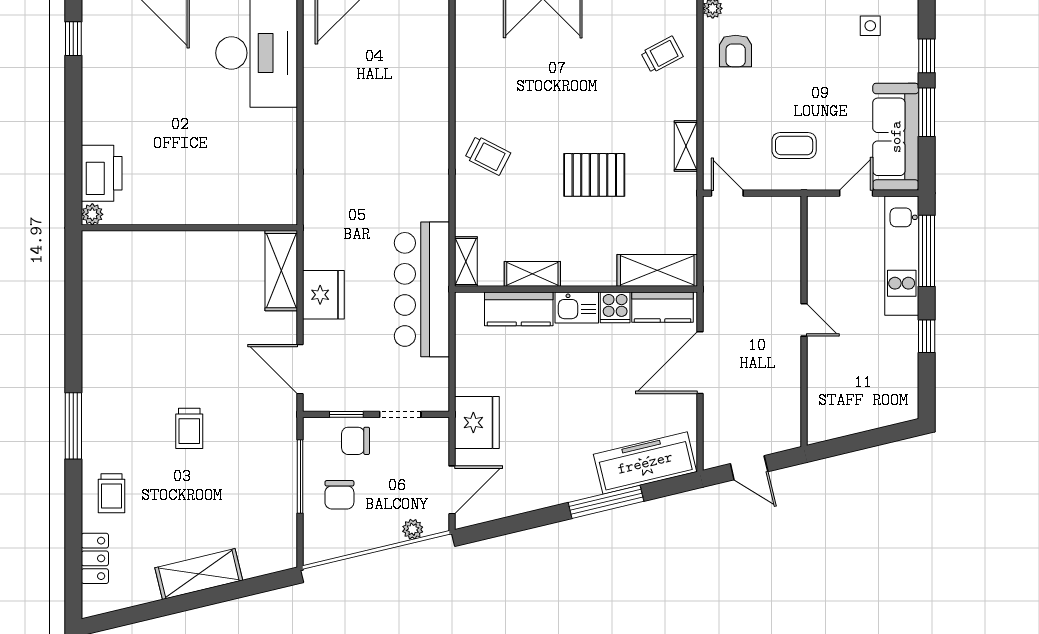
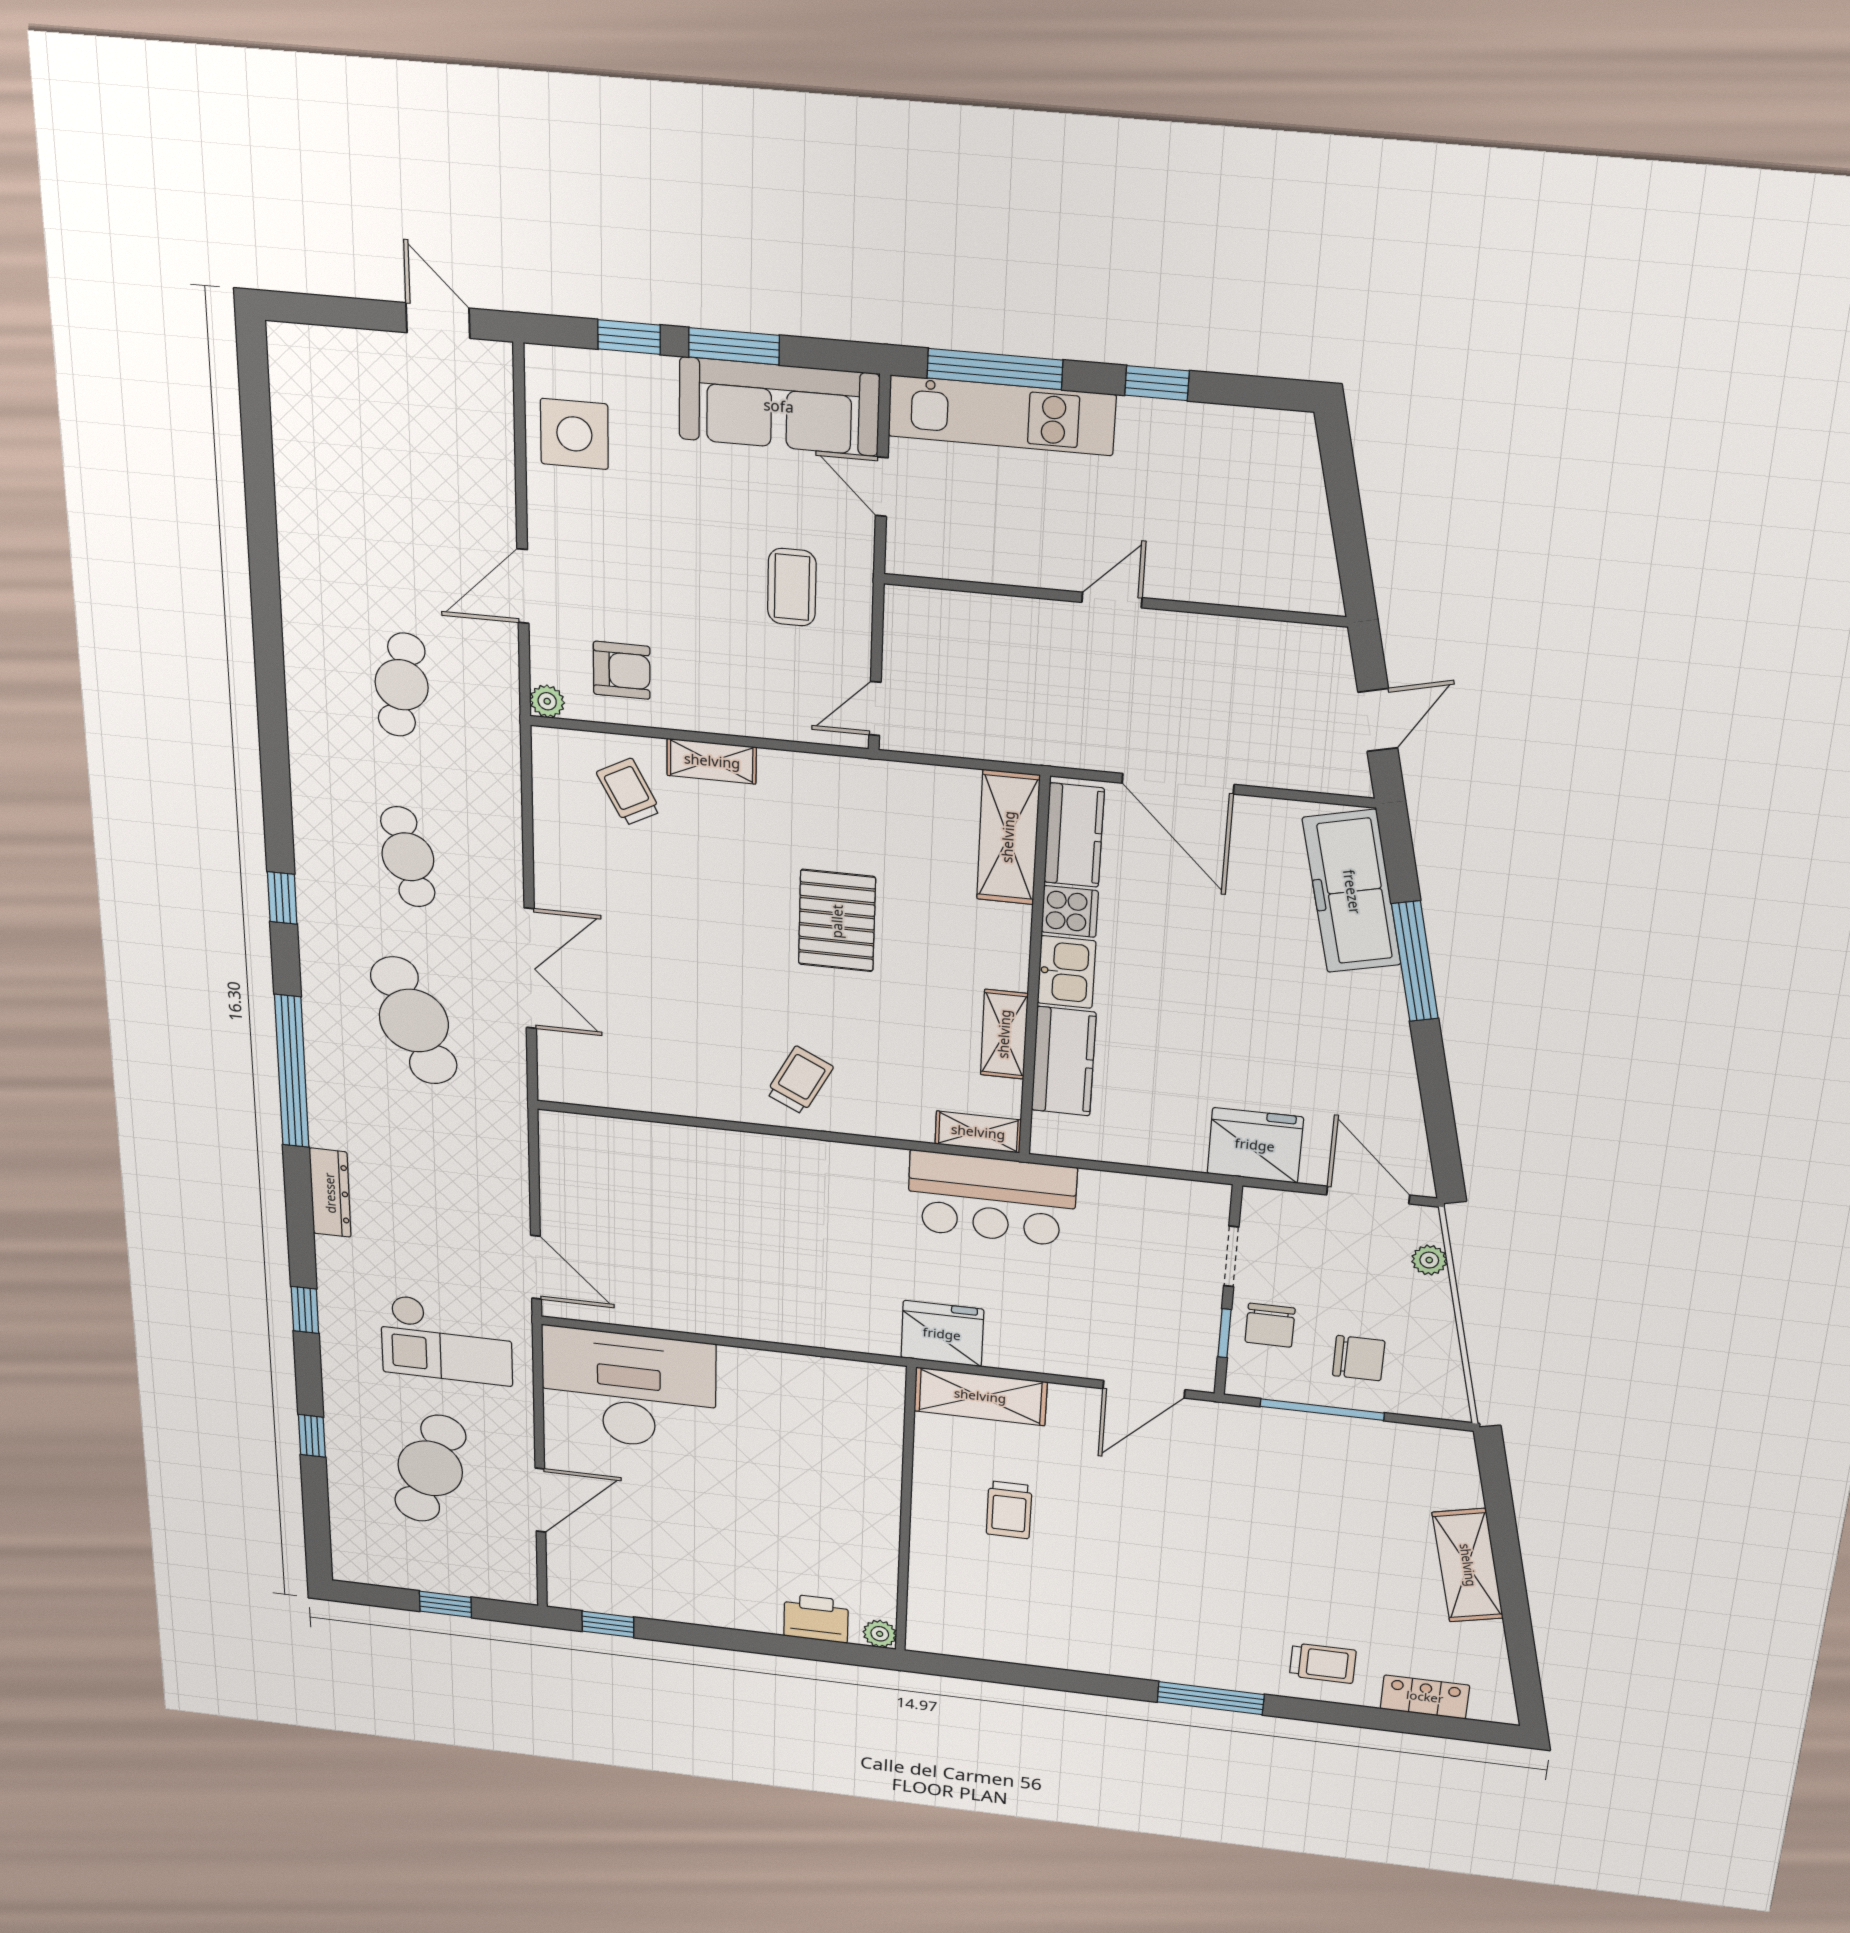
side table: (870, 26) -> (574, 434), width x1.87, depth x1.87
shelving: (686, 146) -> (712, 761), moved
printer: (102, 173) -> (816, 1618), width x0.73, depth x0.84
bar counter: (422, 289) -> (992, 1198), width x0.73
fridge: (323, 295) -> (942, 1334), moved
trolley: (189, 428) -> (1009, 1510), moved, turned 90

